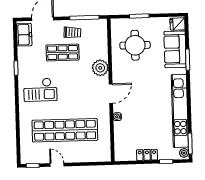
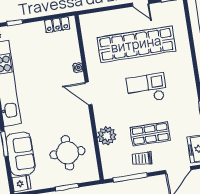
plant: (100, 68) -> (107, 136), moved
checkout: (40, 90) -> (147, 88), moved
door: (111, 94) -> (89, 93), hinge flipped
locker: (147, 155) -> (57, 25), moved

